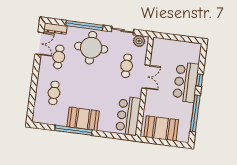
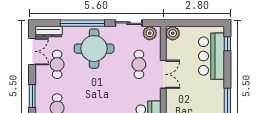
plant: (158, 44) -> (173, 33), added
window: (35, 80) -> (32, 96), added
window: (199, 80) -> (227, 44), moved
bar counter: (186, 82) -> (212, 56), moved

